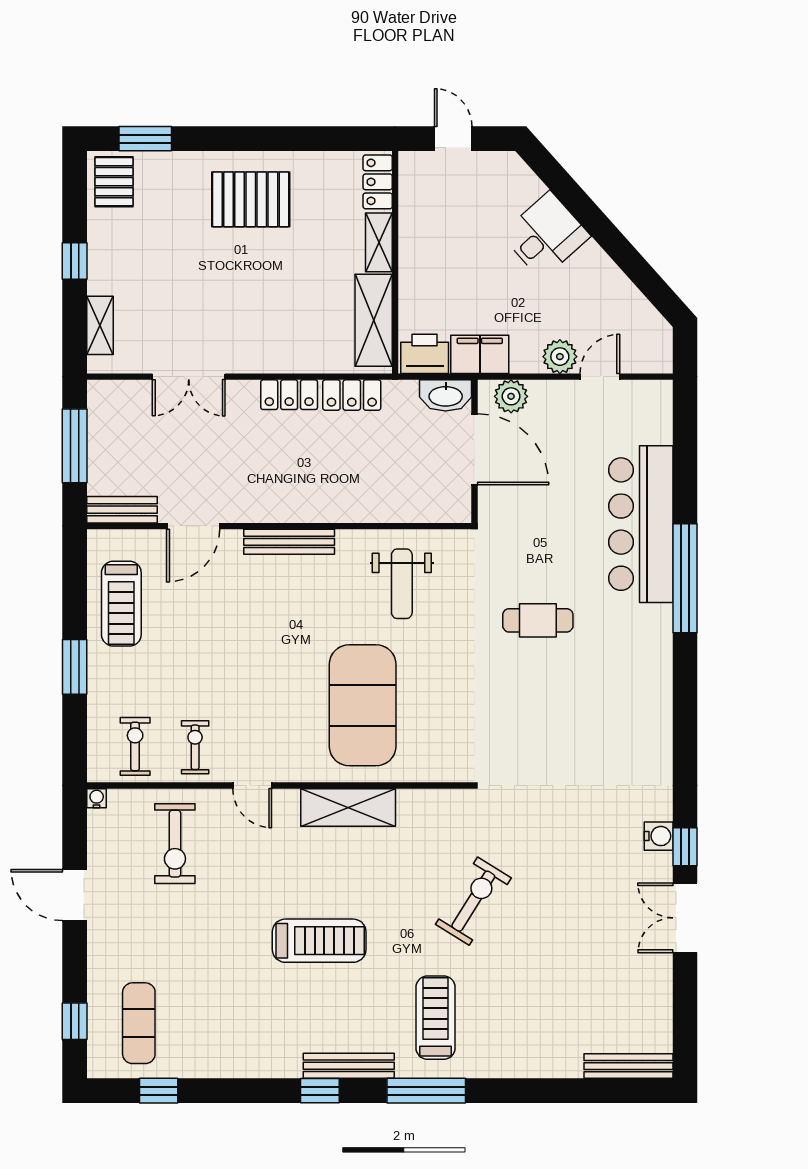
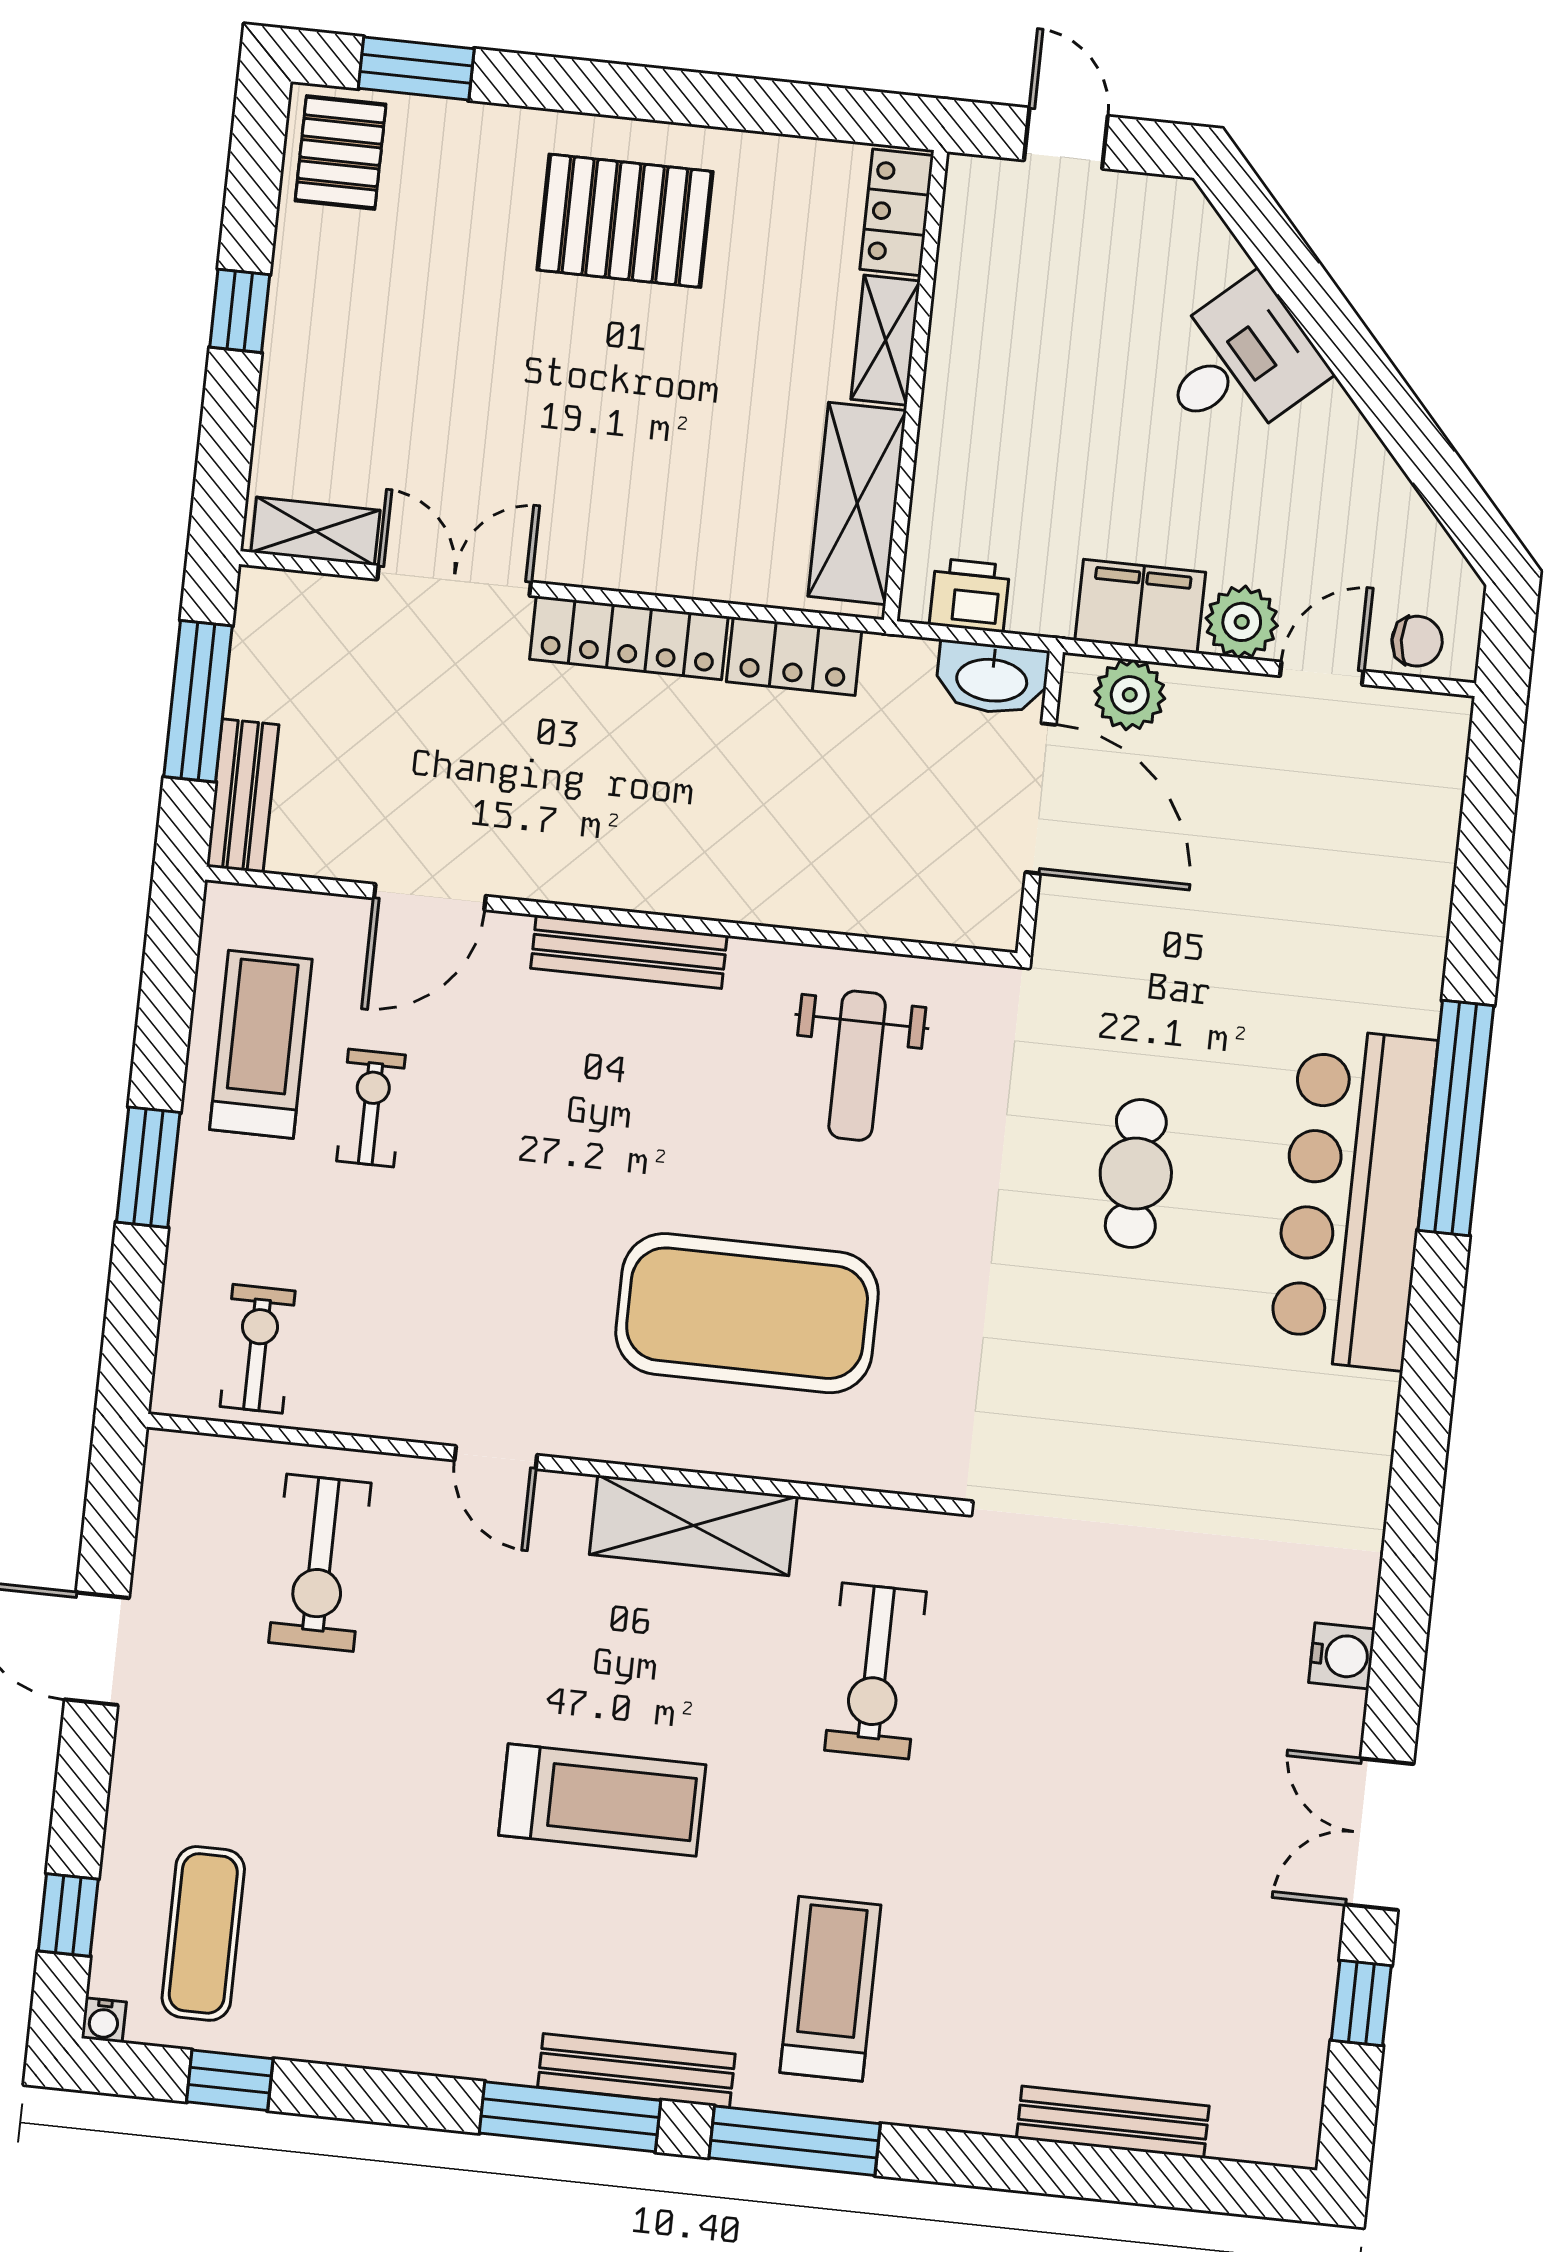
shelving: (100, 325) -> (315, 531), moved, turned 90
printer: (425, 354) -> (970, 595), width x0.73, depth x0.81
filing cabinet: (480, 354) -> (1140, 606), moved
chair: (643, 357) -> (1417, 641), added
double door: (189, 377) -> (454, 581), swing flipped
locker: (289, 395) -> (629, 638), width x1.53
bench: (122, 510) -> (243, 796), moved, turned 90
bar counter: (641, 524) -> (1353, 1199), moved
treadmill: (121, 604) -> (261, 1044), turned 180
cafe table: (538, 620) -> (1136, 1174), turned 90
exercise mat: (363, 705) -> (747, 1313), turned 90
exercise bike: (195, 747) -> (371, 1108), moved
water cooler: (97, 798) -> (104, 2020), moved, turned 180
window: (685, 847) -> (1361, 2003), moved
exercise bike: (473, 901) -> (875, 1671), moved, turned 148
bench: (629, 1066) -> (1113, 2122), moved
window: (320, 1091) -> (570, 2117), width x2.17

